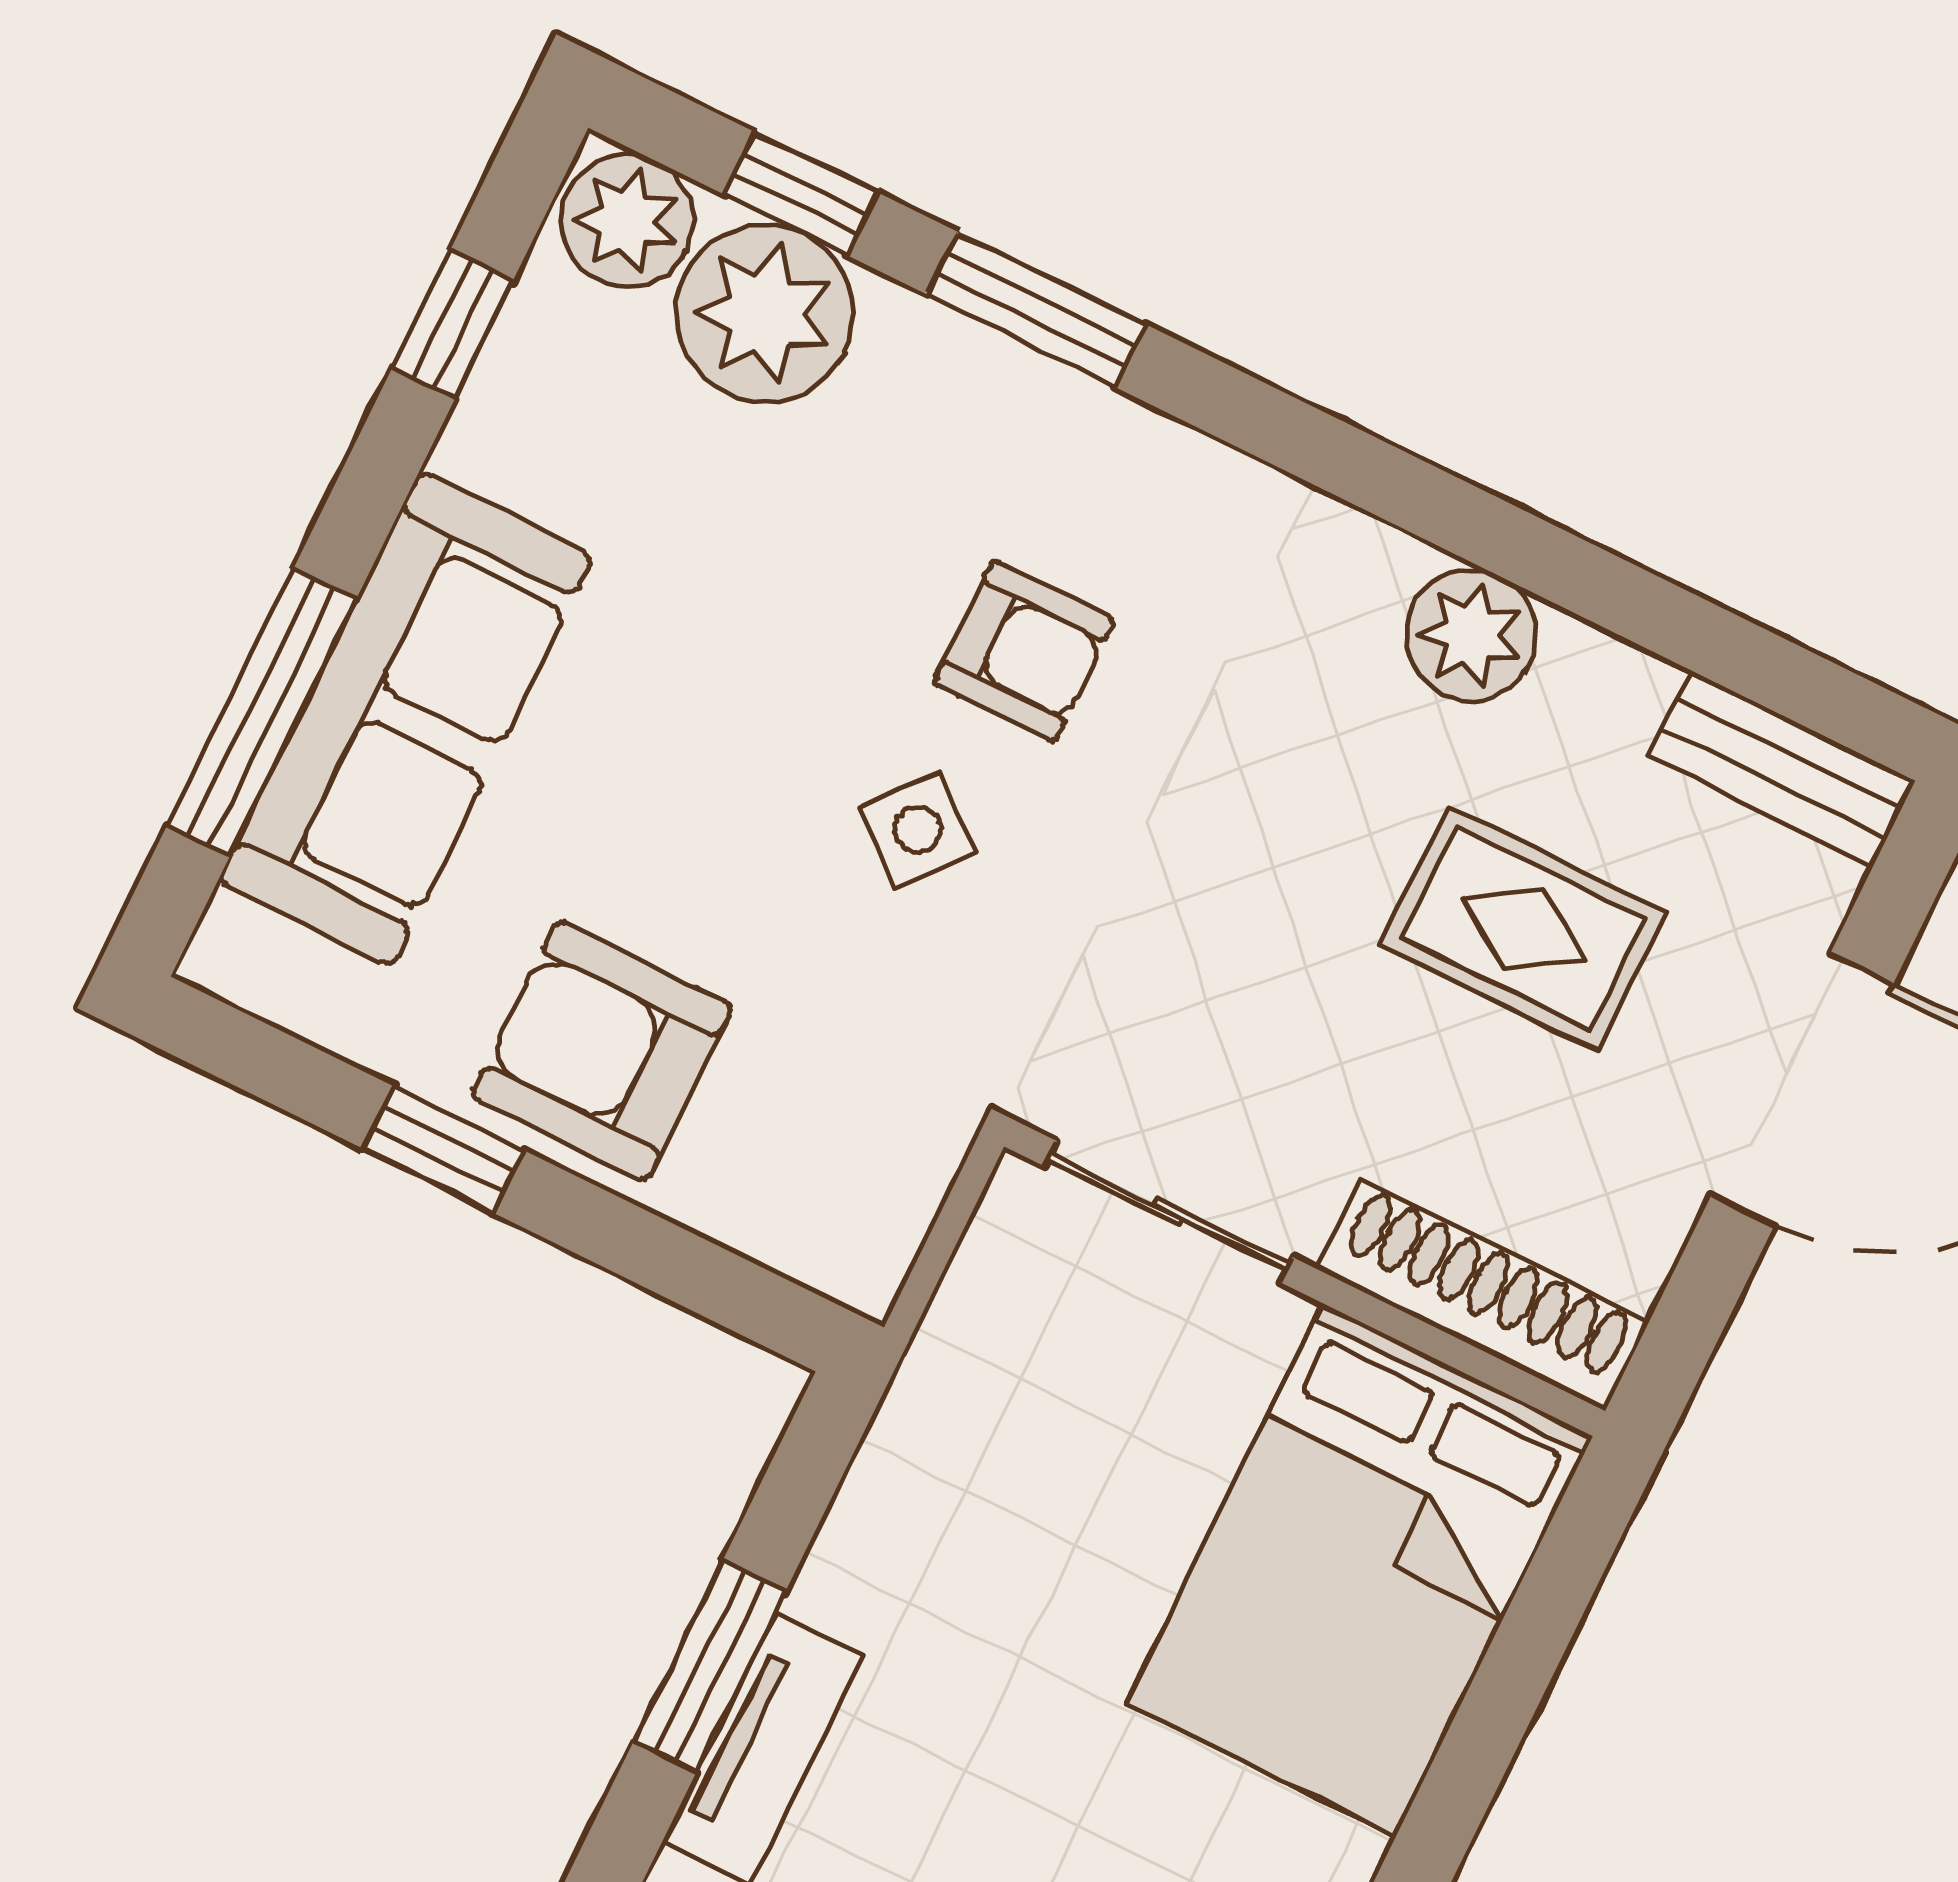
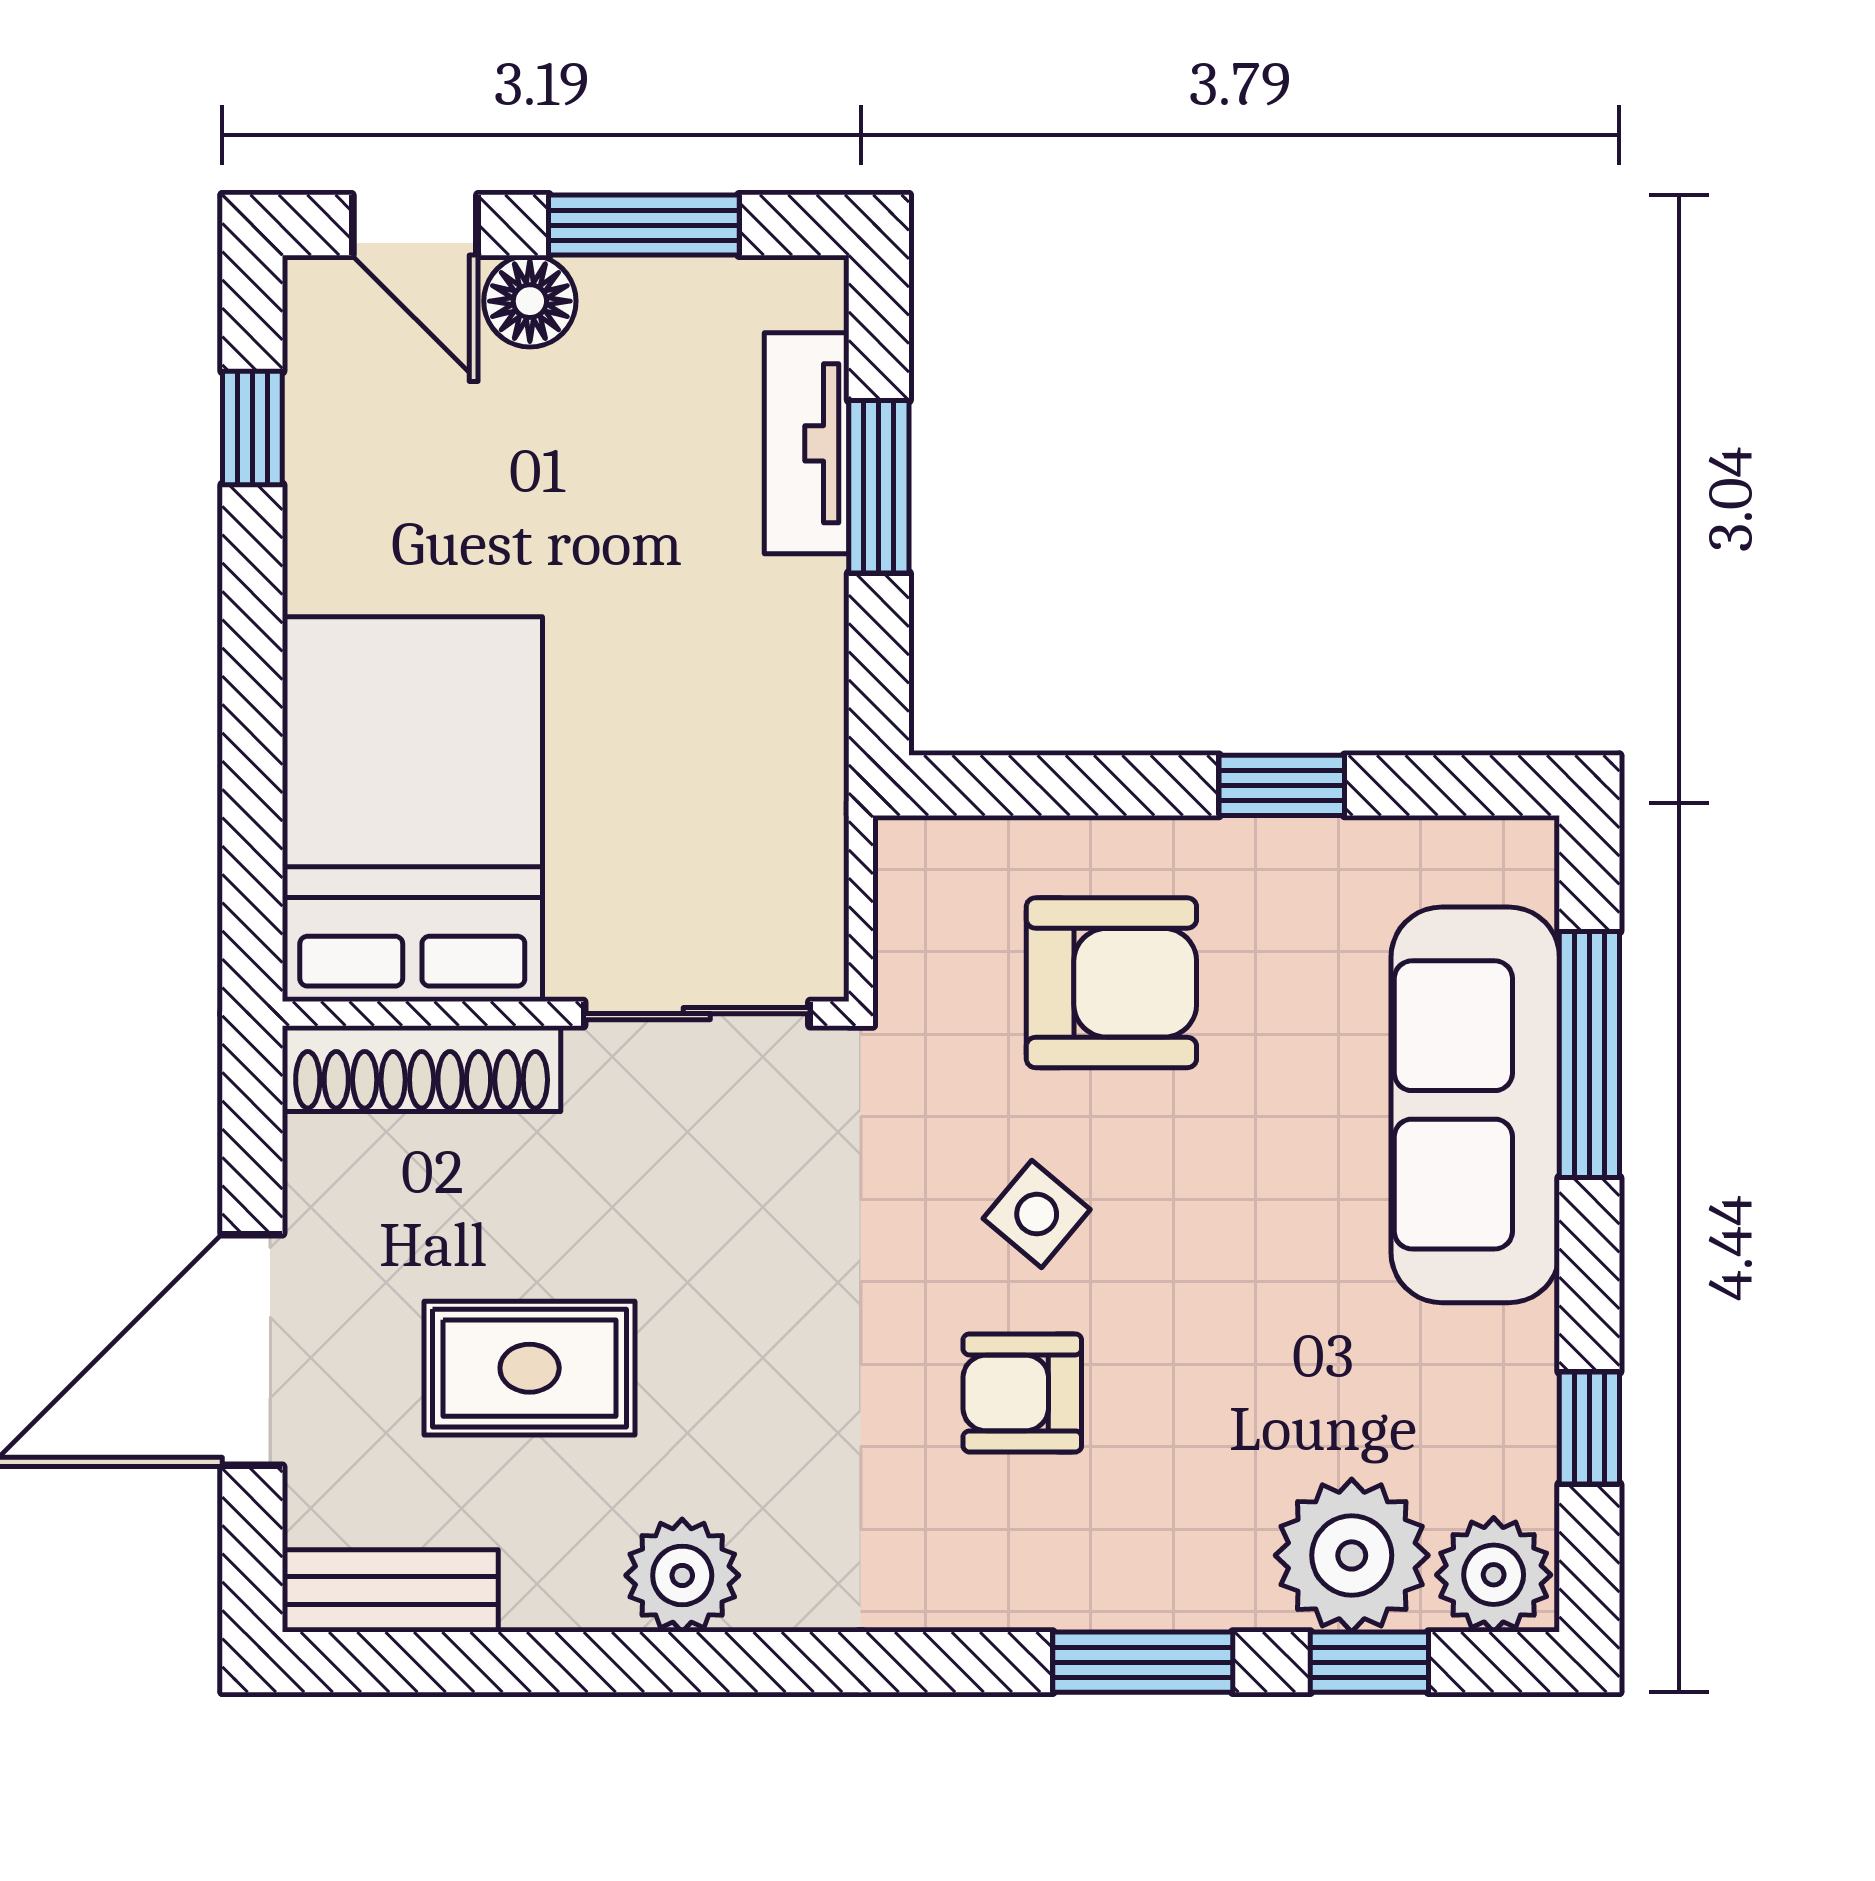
armchair: (602, 1051) -> (1111, 983), moved

